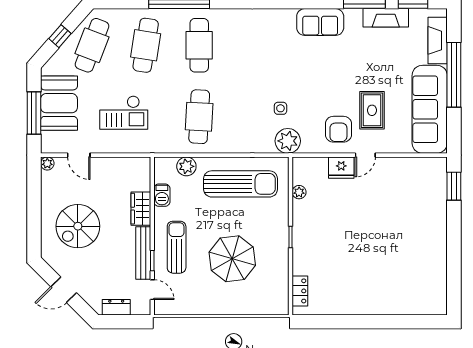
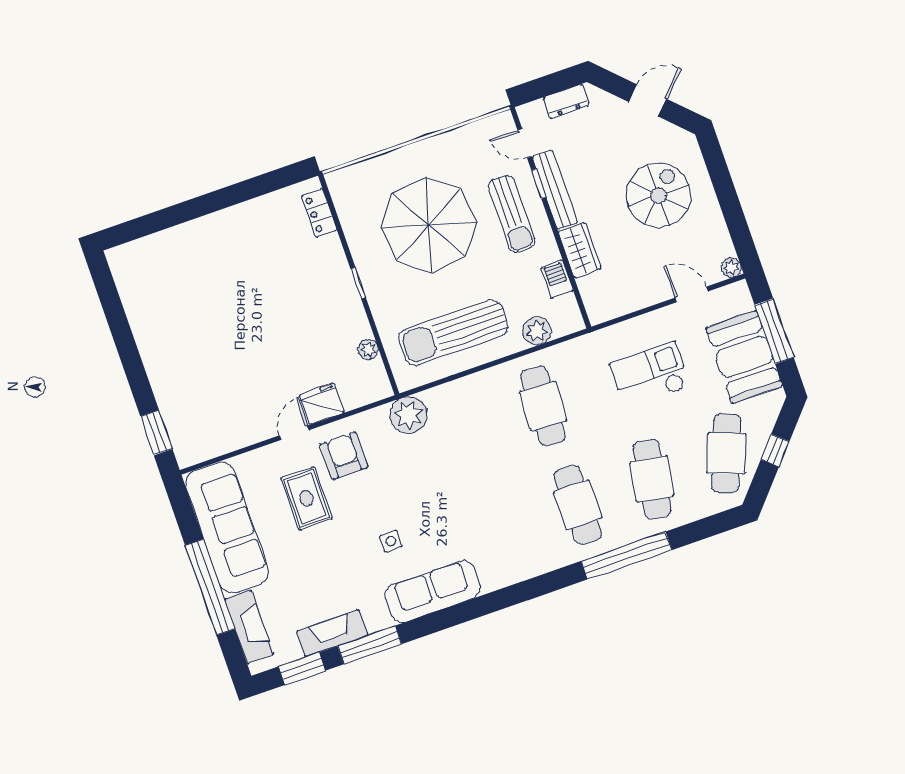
sofa: (320, 22) -> (433, 592), width x1.36
side table: (280, 108) -> (391, 541), moved
parasol: (232, 259) -> (429, 225), width x1.36, depth x1.36

